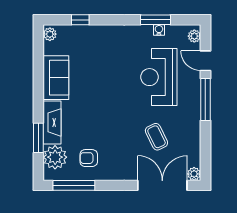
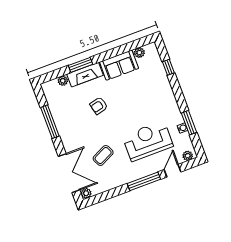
plant: (50, 34) -> (139, 53), moved
window: (38, 138) -> (81, 65), moved
plant: (55, 157) -> (63, 81), width x0.53, depth x0.53
armchair: (89, 158) -> (99, 106), moved, turned -104
window: (74, 185) -> (50, 122), moved

